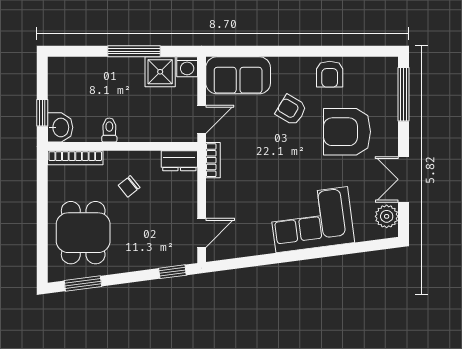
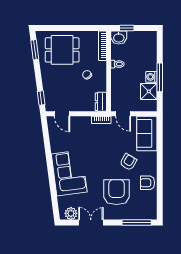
washing machine: (187, 67) -> (151, 77), moved

